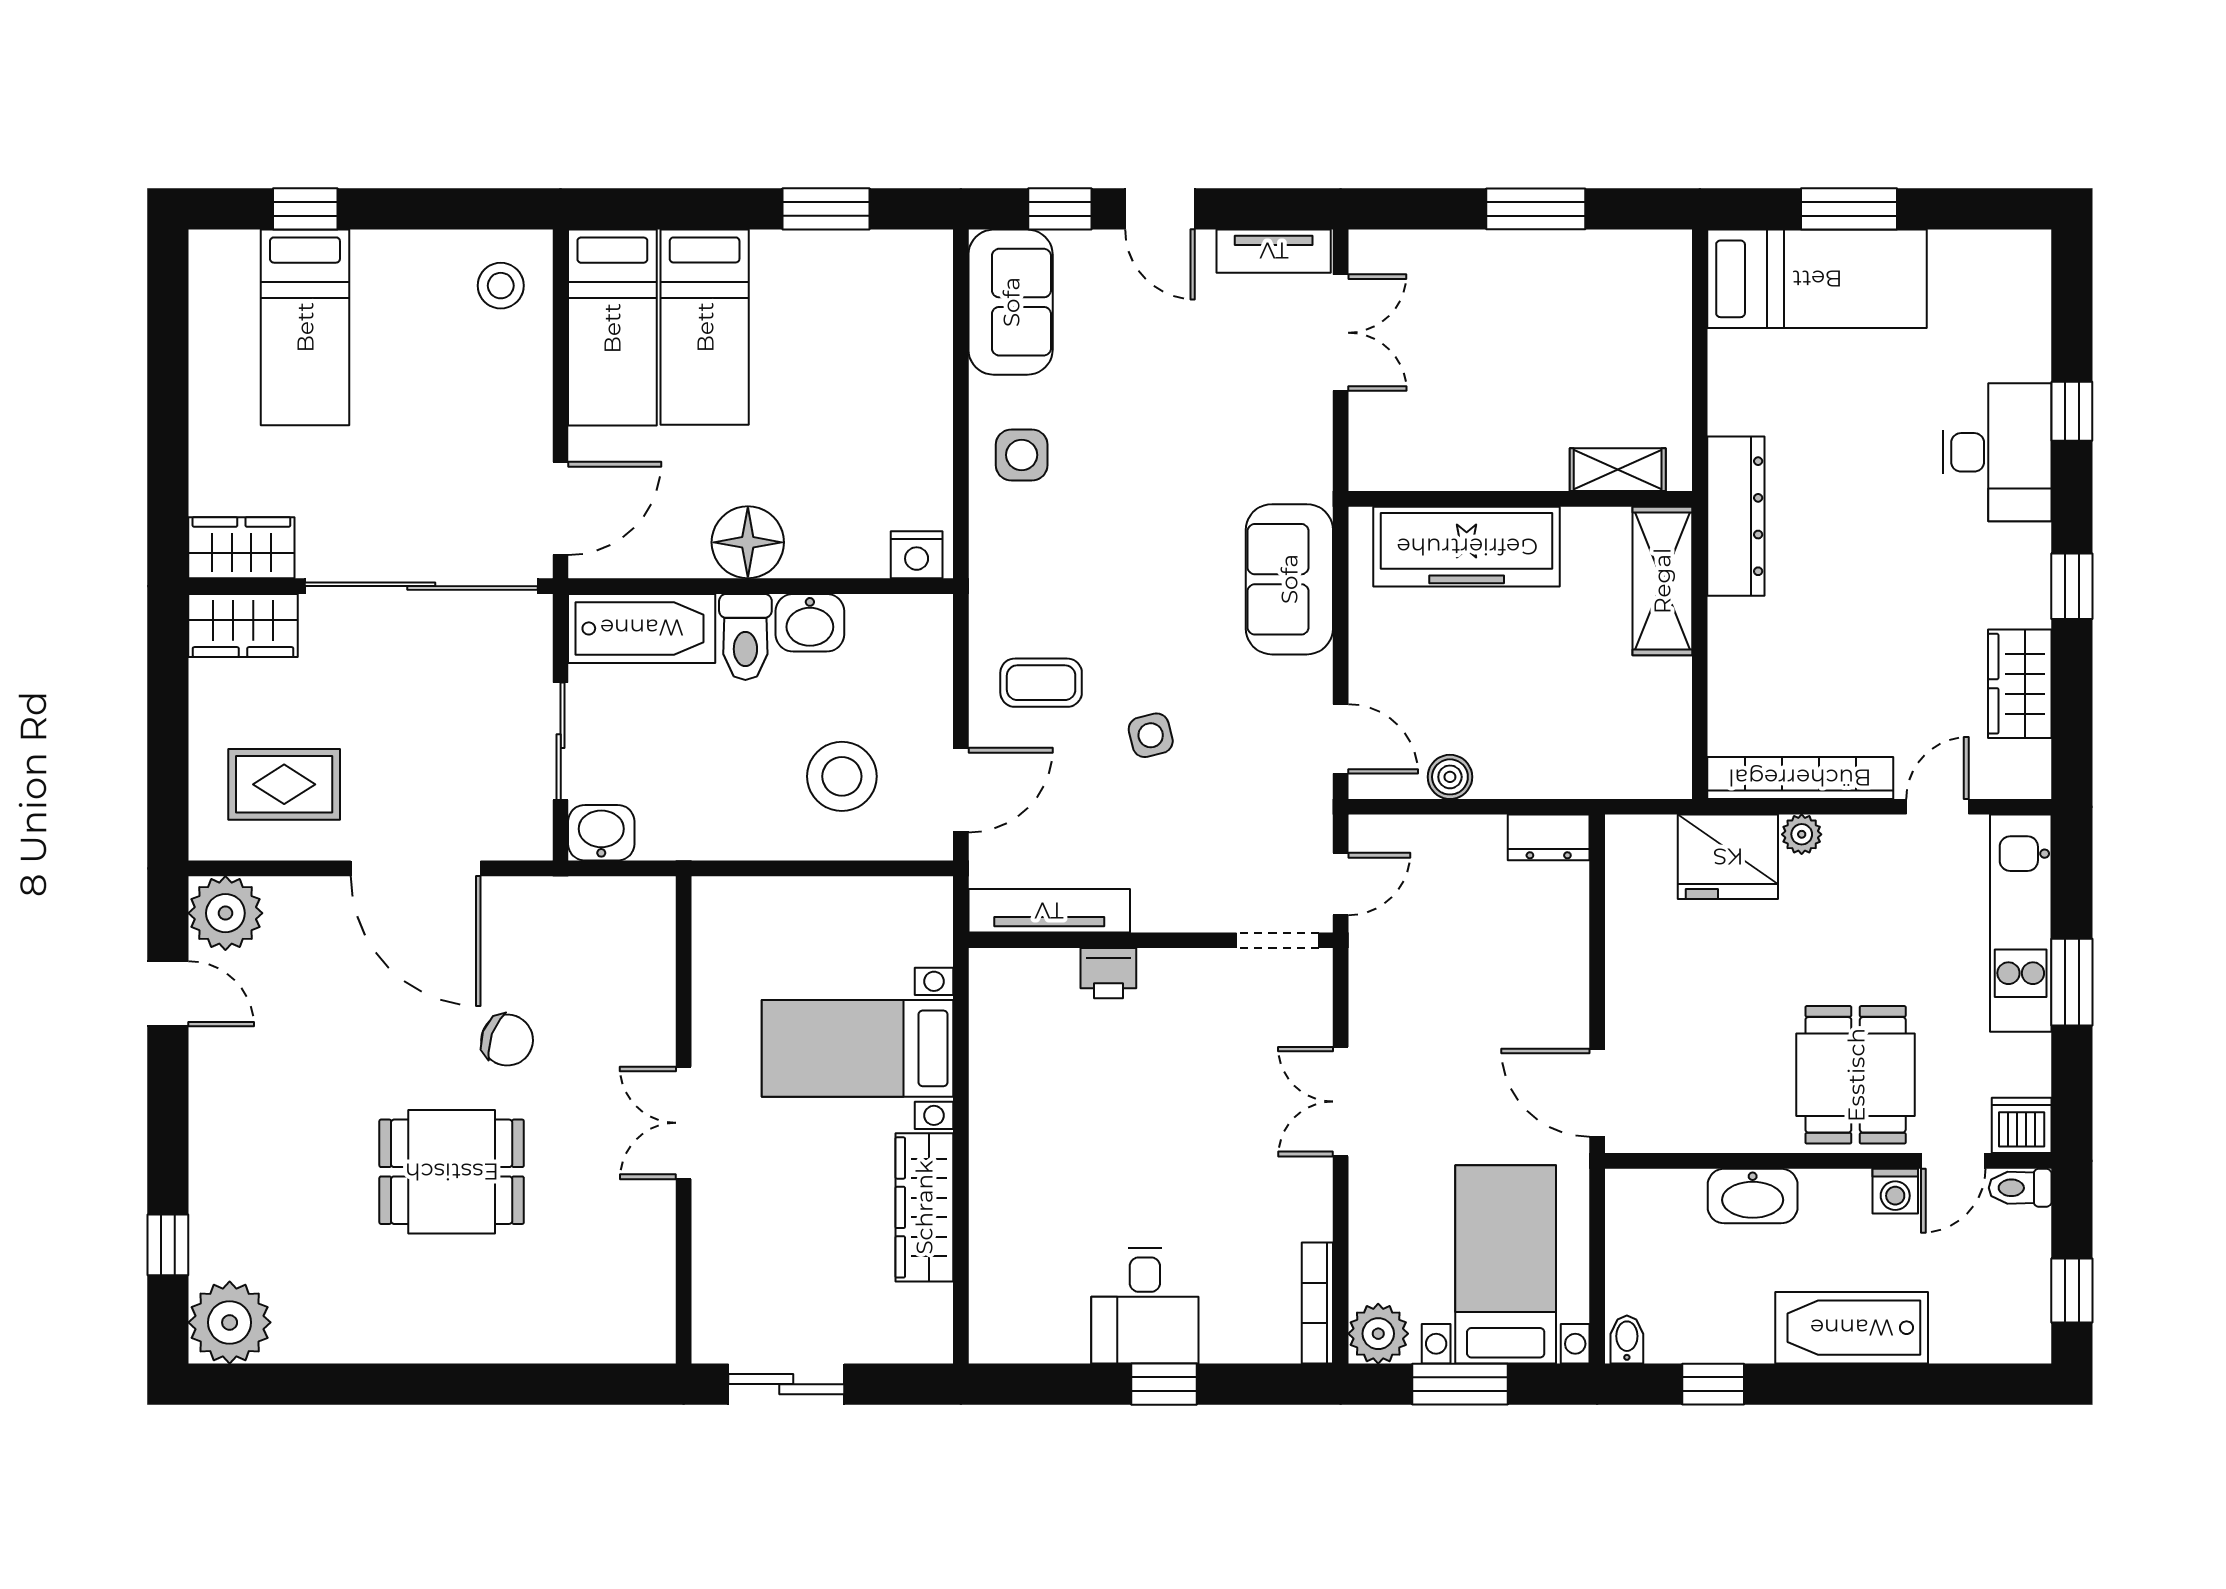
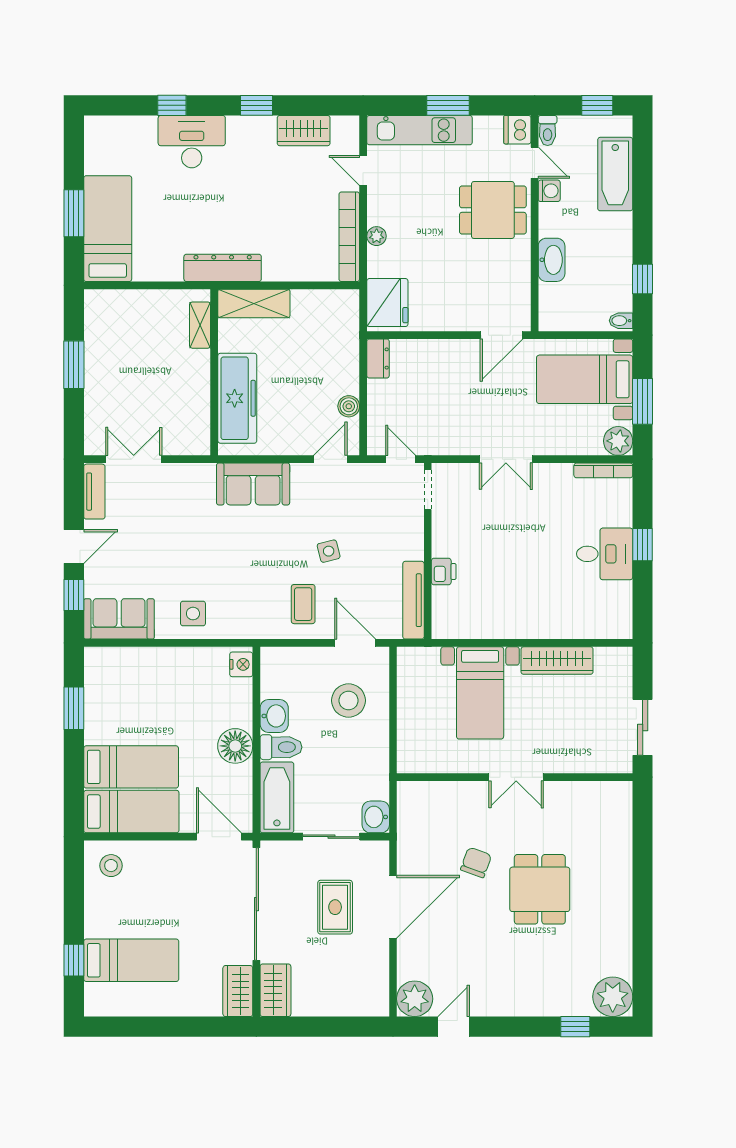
rug: (284, 784) -> (335, 907), moved
fridge: (1728, 857) -> (387, 303), moved
bathtub: (1852, 1328) -> (615, 174), moved

